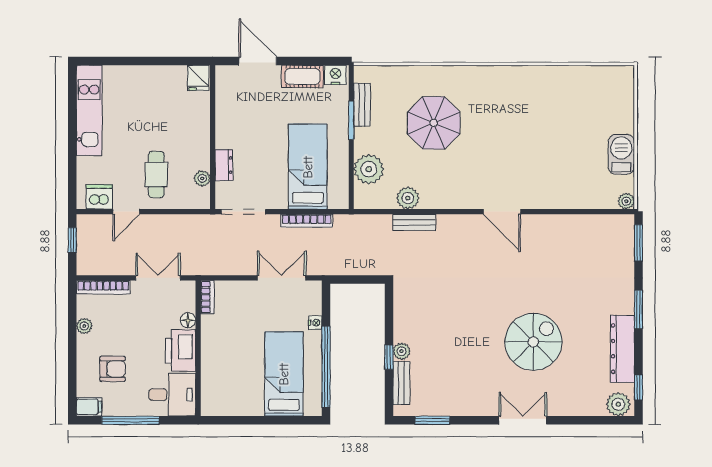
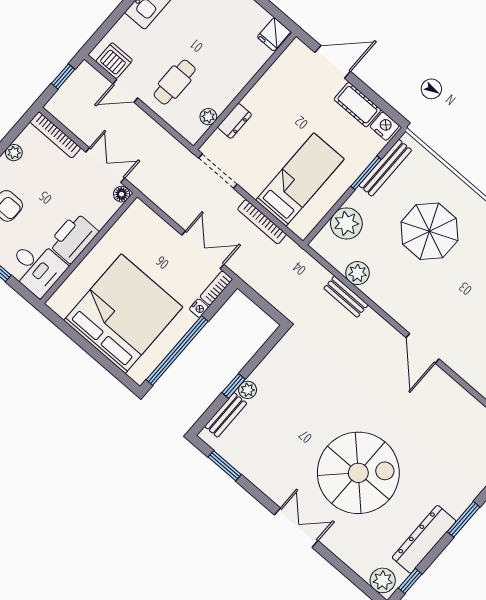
door: (258, 61) -> (333, 62), hinge flipped
bench: (362, 105) -> (385, 168), width x1.36
bookcase: (207, 297) -> (216, 288), moved, turned 180
floor lamp: (188, 320) -> (122, 194), moved
spiral stairs: (533, 342) -> (358, 473), width x1.37, depth x1.37
bed: (284, 374) -> (123, 314), width x2.04

